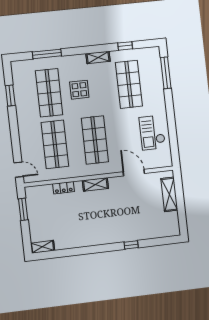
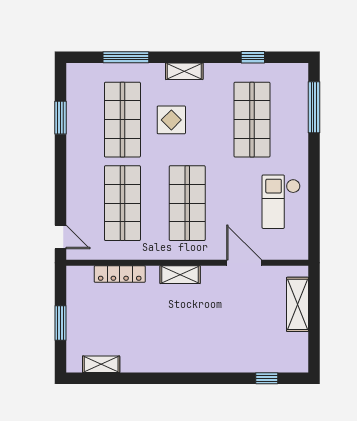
shelving: (98, 57) -> (184, 71), moved
locker: (64, 188) -> (120, 274), width x1.53
window: (23, 209) -> (60, 323), moved
window: (131, 245) -> (267, 378), moved
shelving: (43, 247) -> (101, 364), moved

